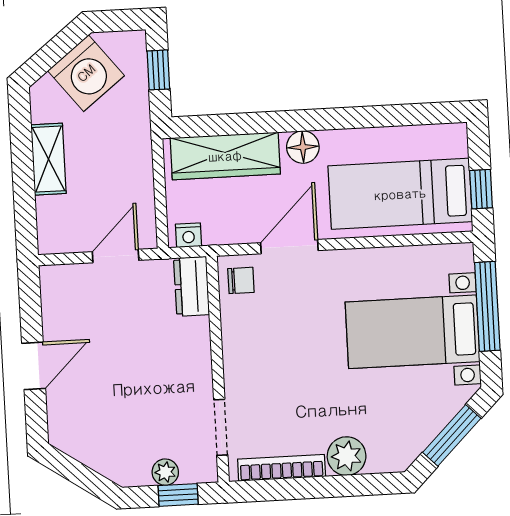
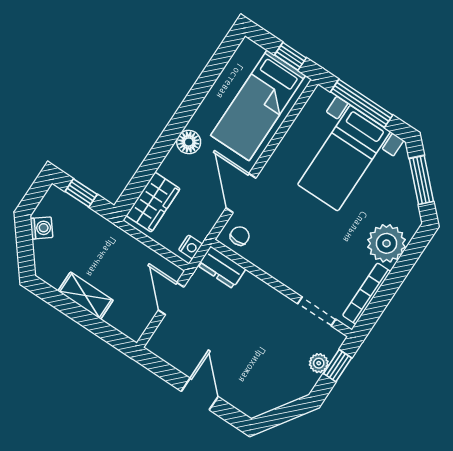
washing machine: (86, 73) -> (41, 228), width x0.53, depth x0.53
wardrobe: (225, 156) -> (153, 202), width x0.67
plant: (347, 456) -> (386, 243), width x1.36, depth x1.36

